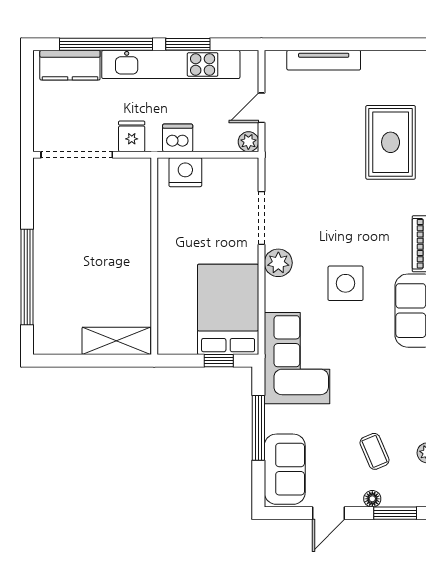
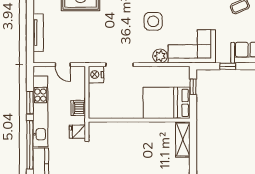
plant: (248, 142) -> (80, 71), removed
nightstand: (185, 172) -> (96, 75), moved
plant: (278, 263) -> (160, 56), moved
bed: (228, 309) -> (167, 103), moved
window: (258, 428) -> (228, 66), width x0.46

